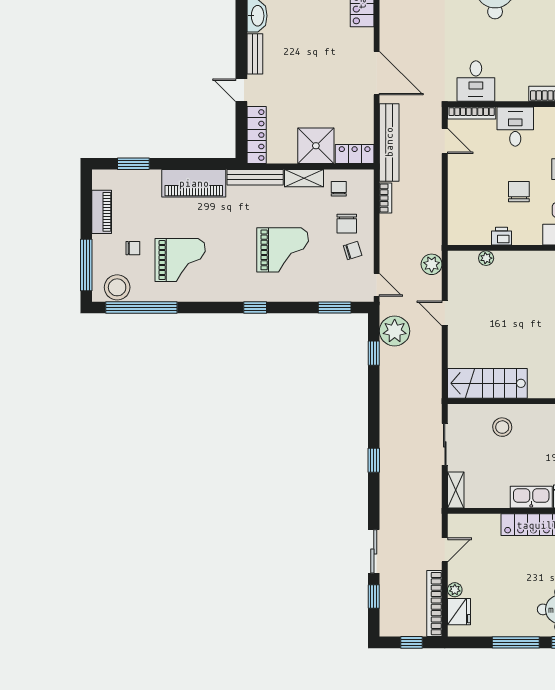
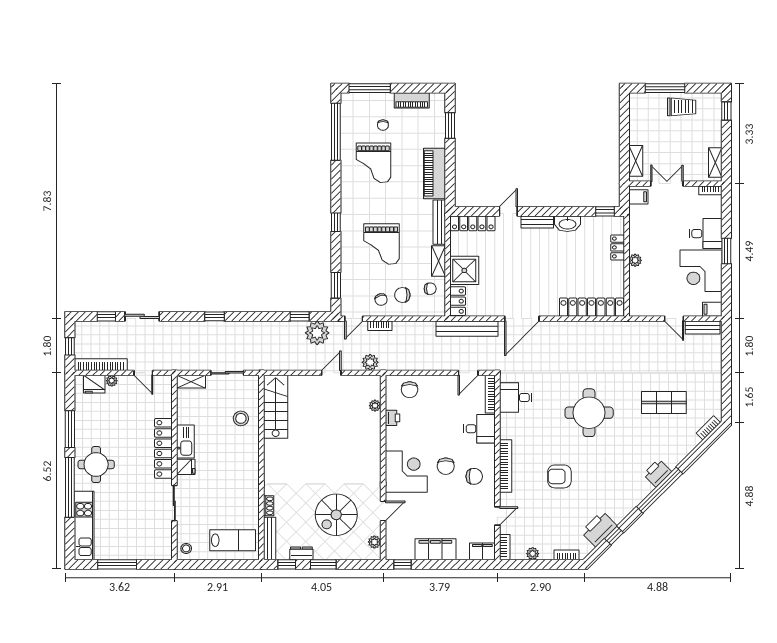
chair: (519, 192) -> (410, 390), moved, turned 90
bookcase: (386, 198) -> (380, 326), moved
stool: (117, 287) -> (352, 113), removed

